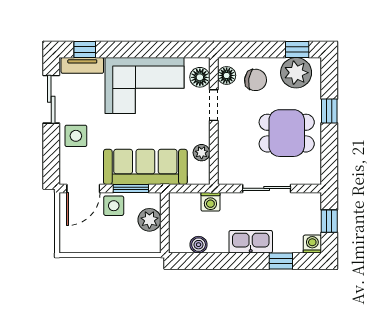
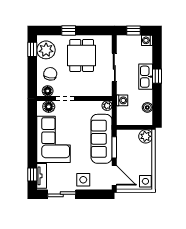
plant: (202, 153) -> (107, 106), moved
side table: (114, 206) -> (145, 181), moved
plant: (149, 220) -> (146, 136), moved
window: (281, 261) -> (157, 76), moved

